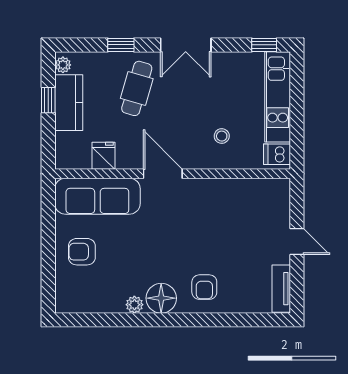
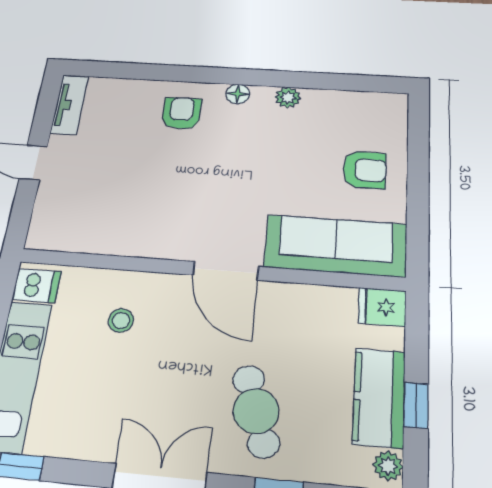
cafe table: (137, 88) -> (256, 411), turned -34
fridge: (103, 156) -> (382, 307), moved, turned 90
floor lamp: (161, 298) -> (238, 94), width x0.53, depth x0.53

